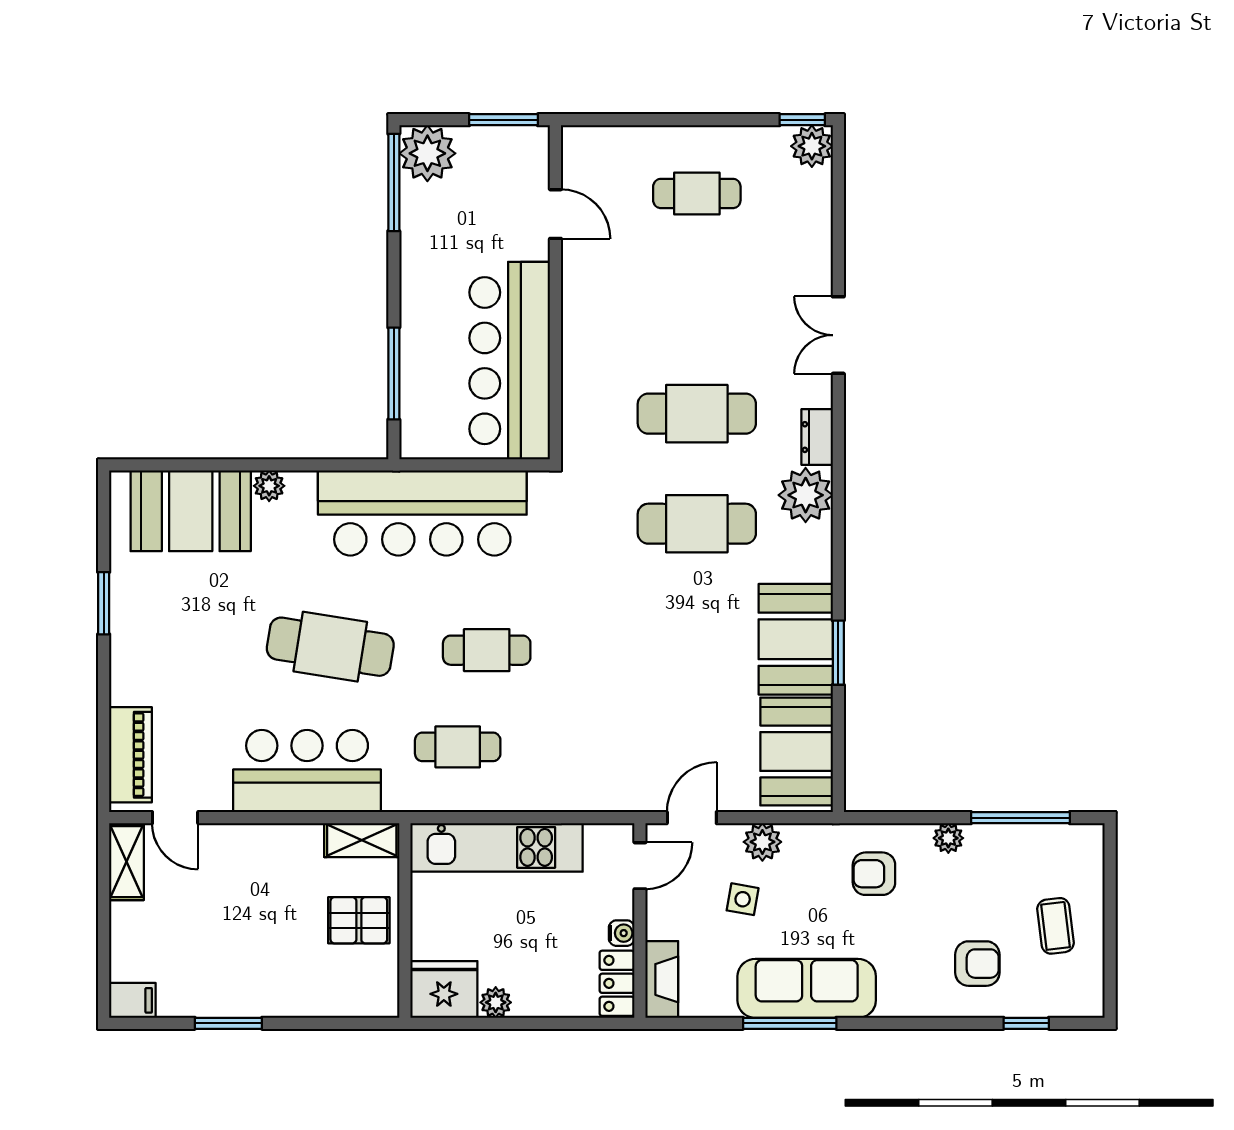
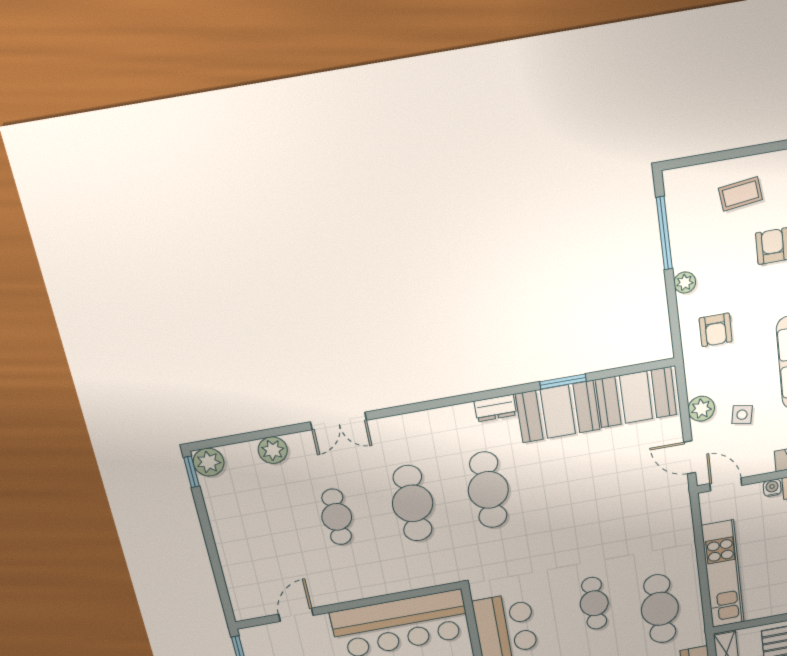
cafe table: (697, 193) -> (337, 517), moved
dresser: (817, 437) -> (495, 408), moved
plant: (806, 495) -> (273, 450), moved, width x0.73, depth x0.73
cafe table: (458, 747) -> (660, 609), width x1.37, depth x1.35

